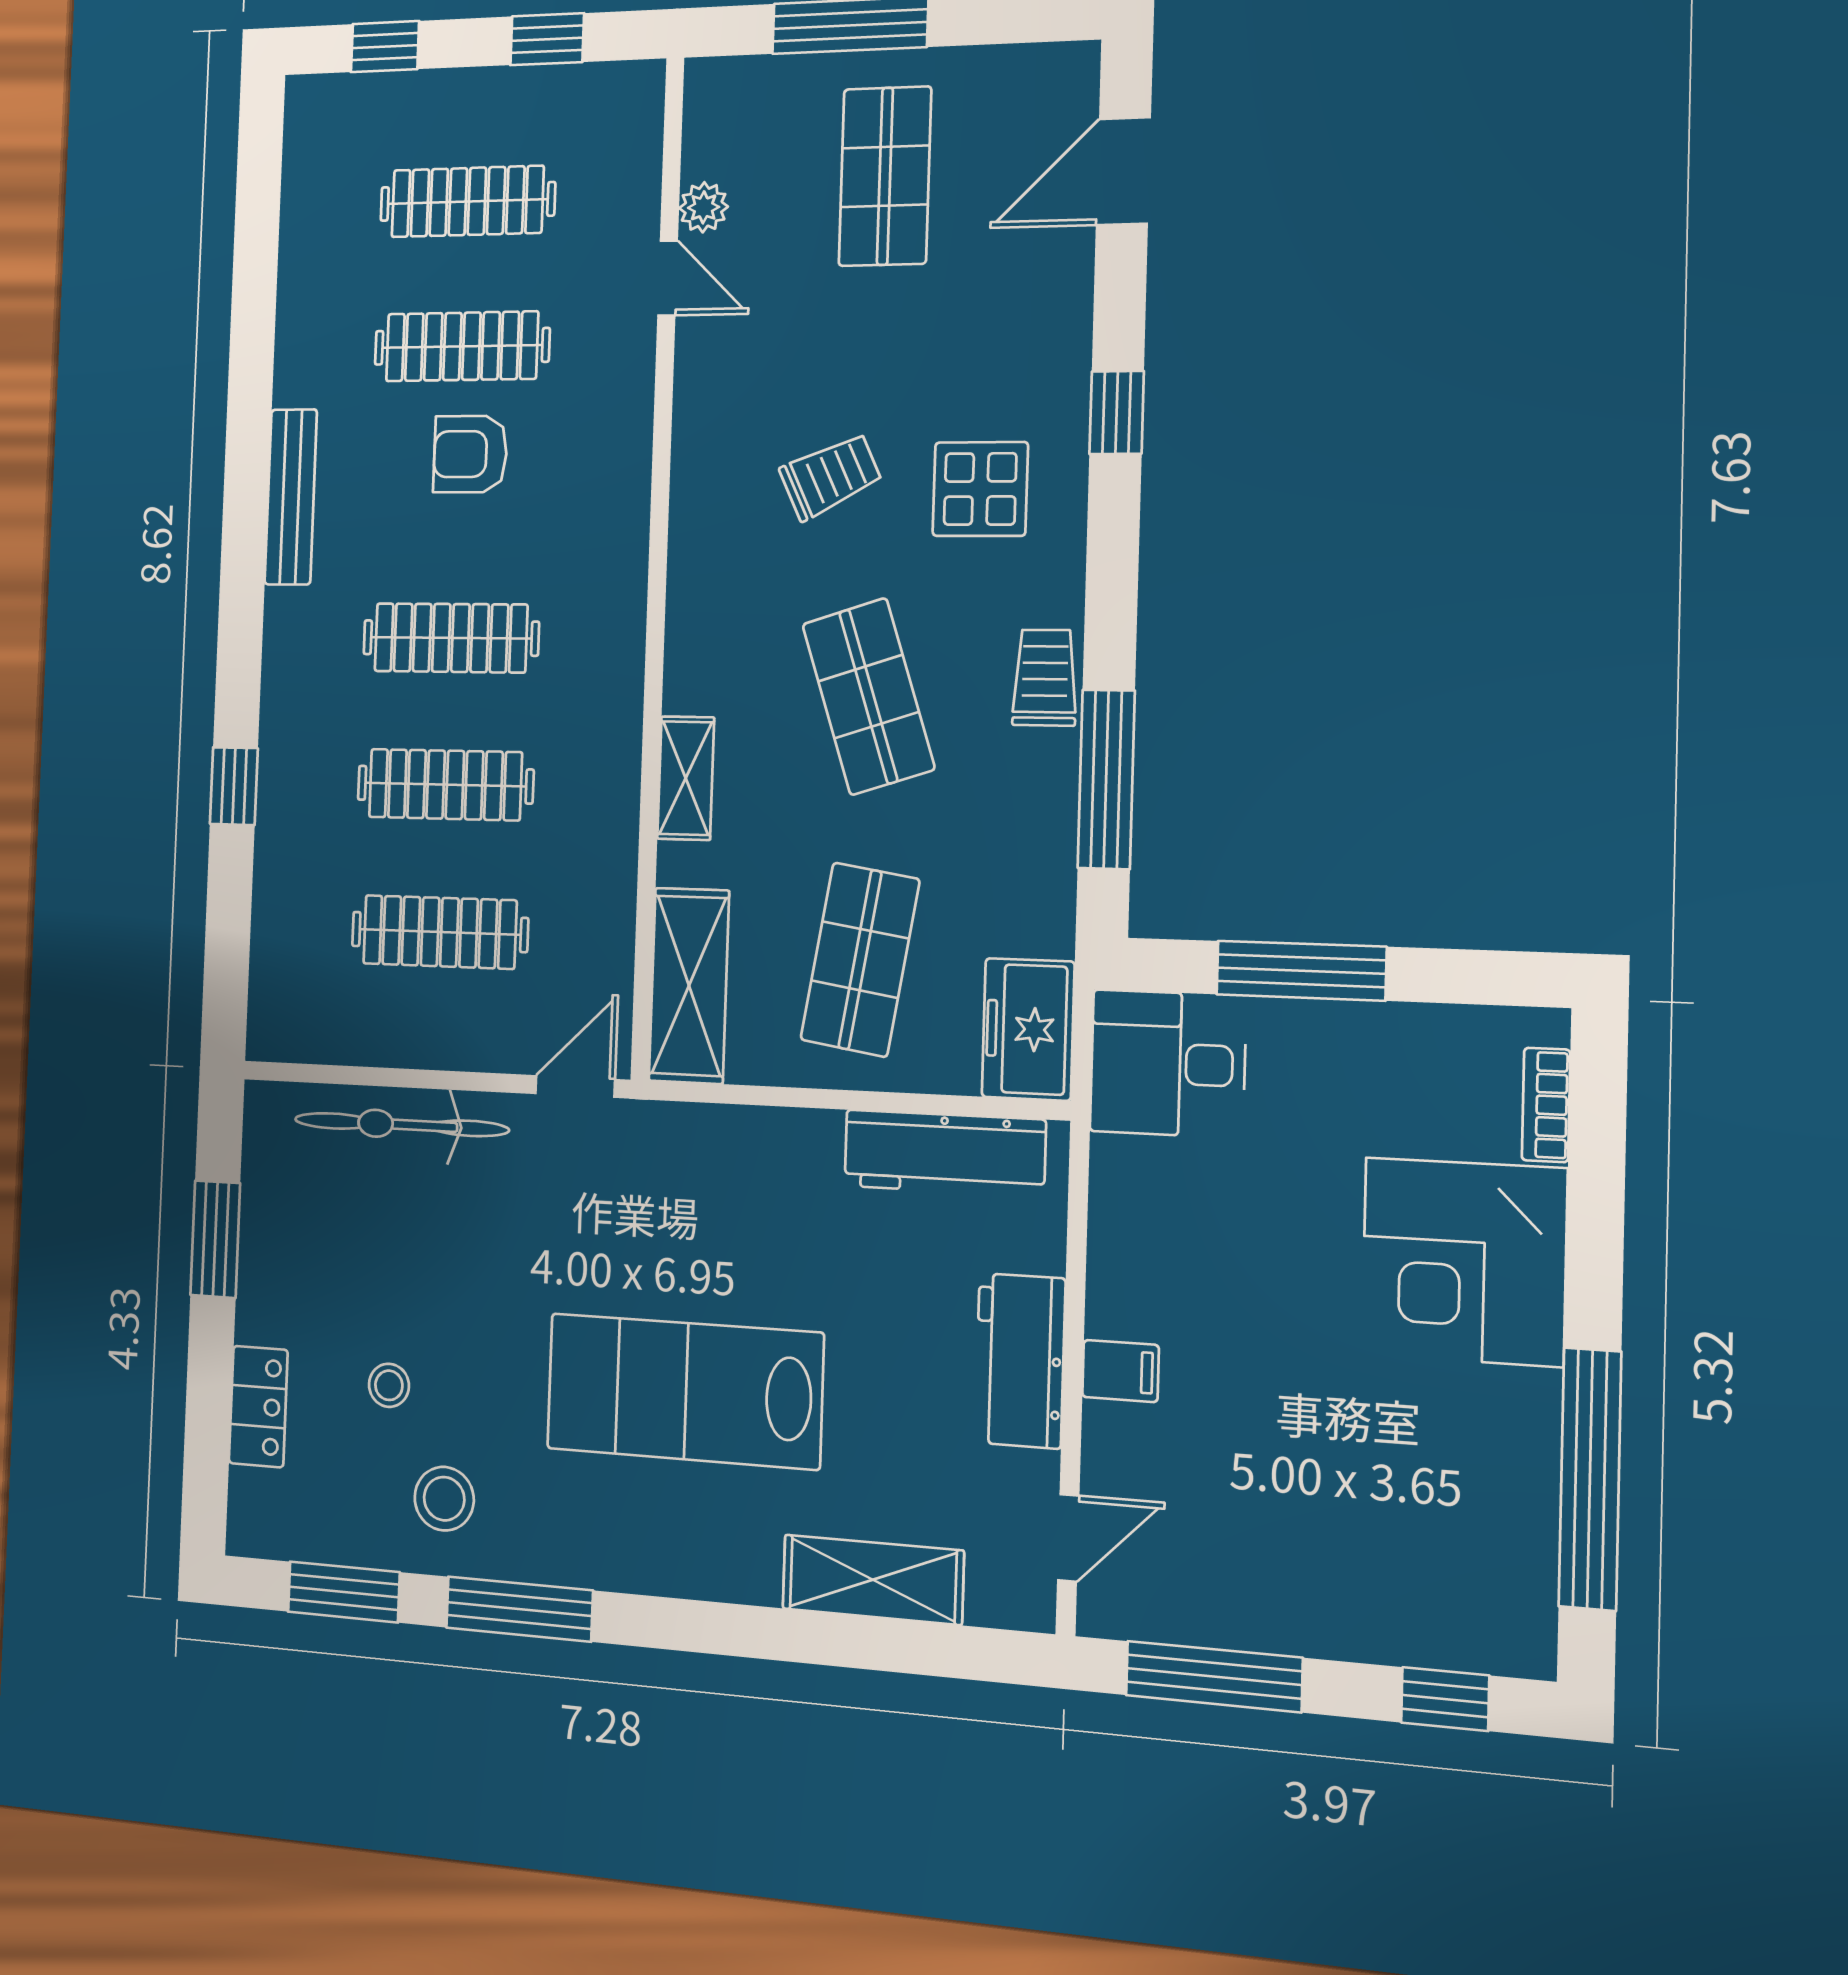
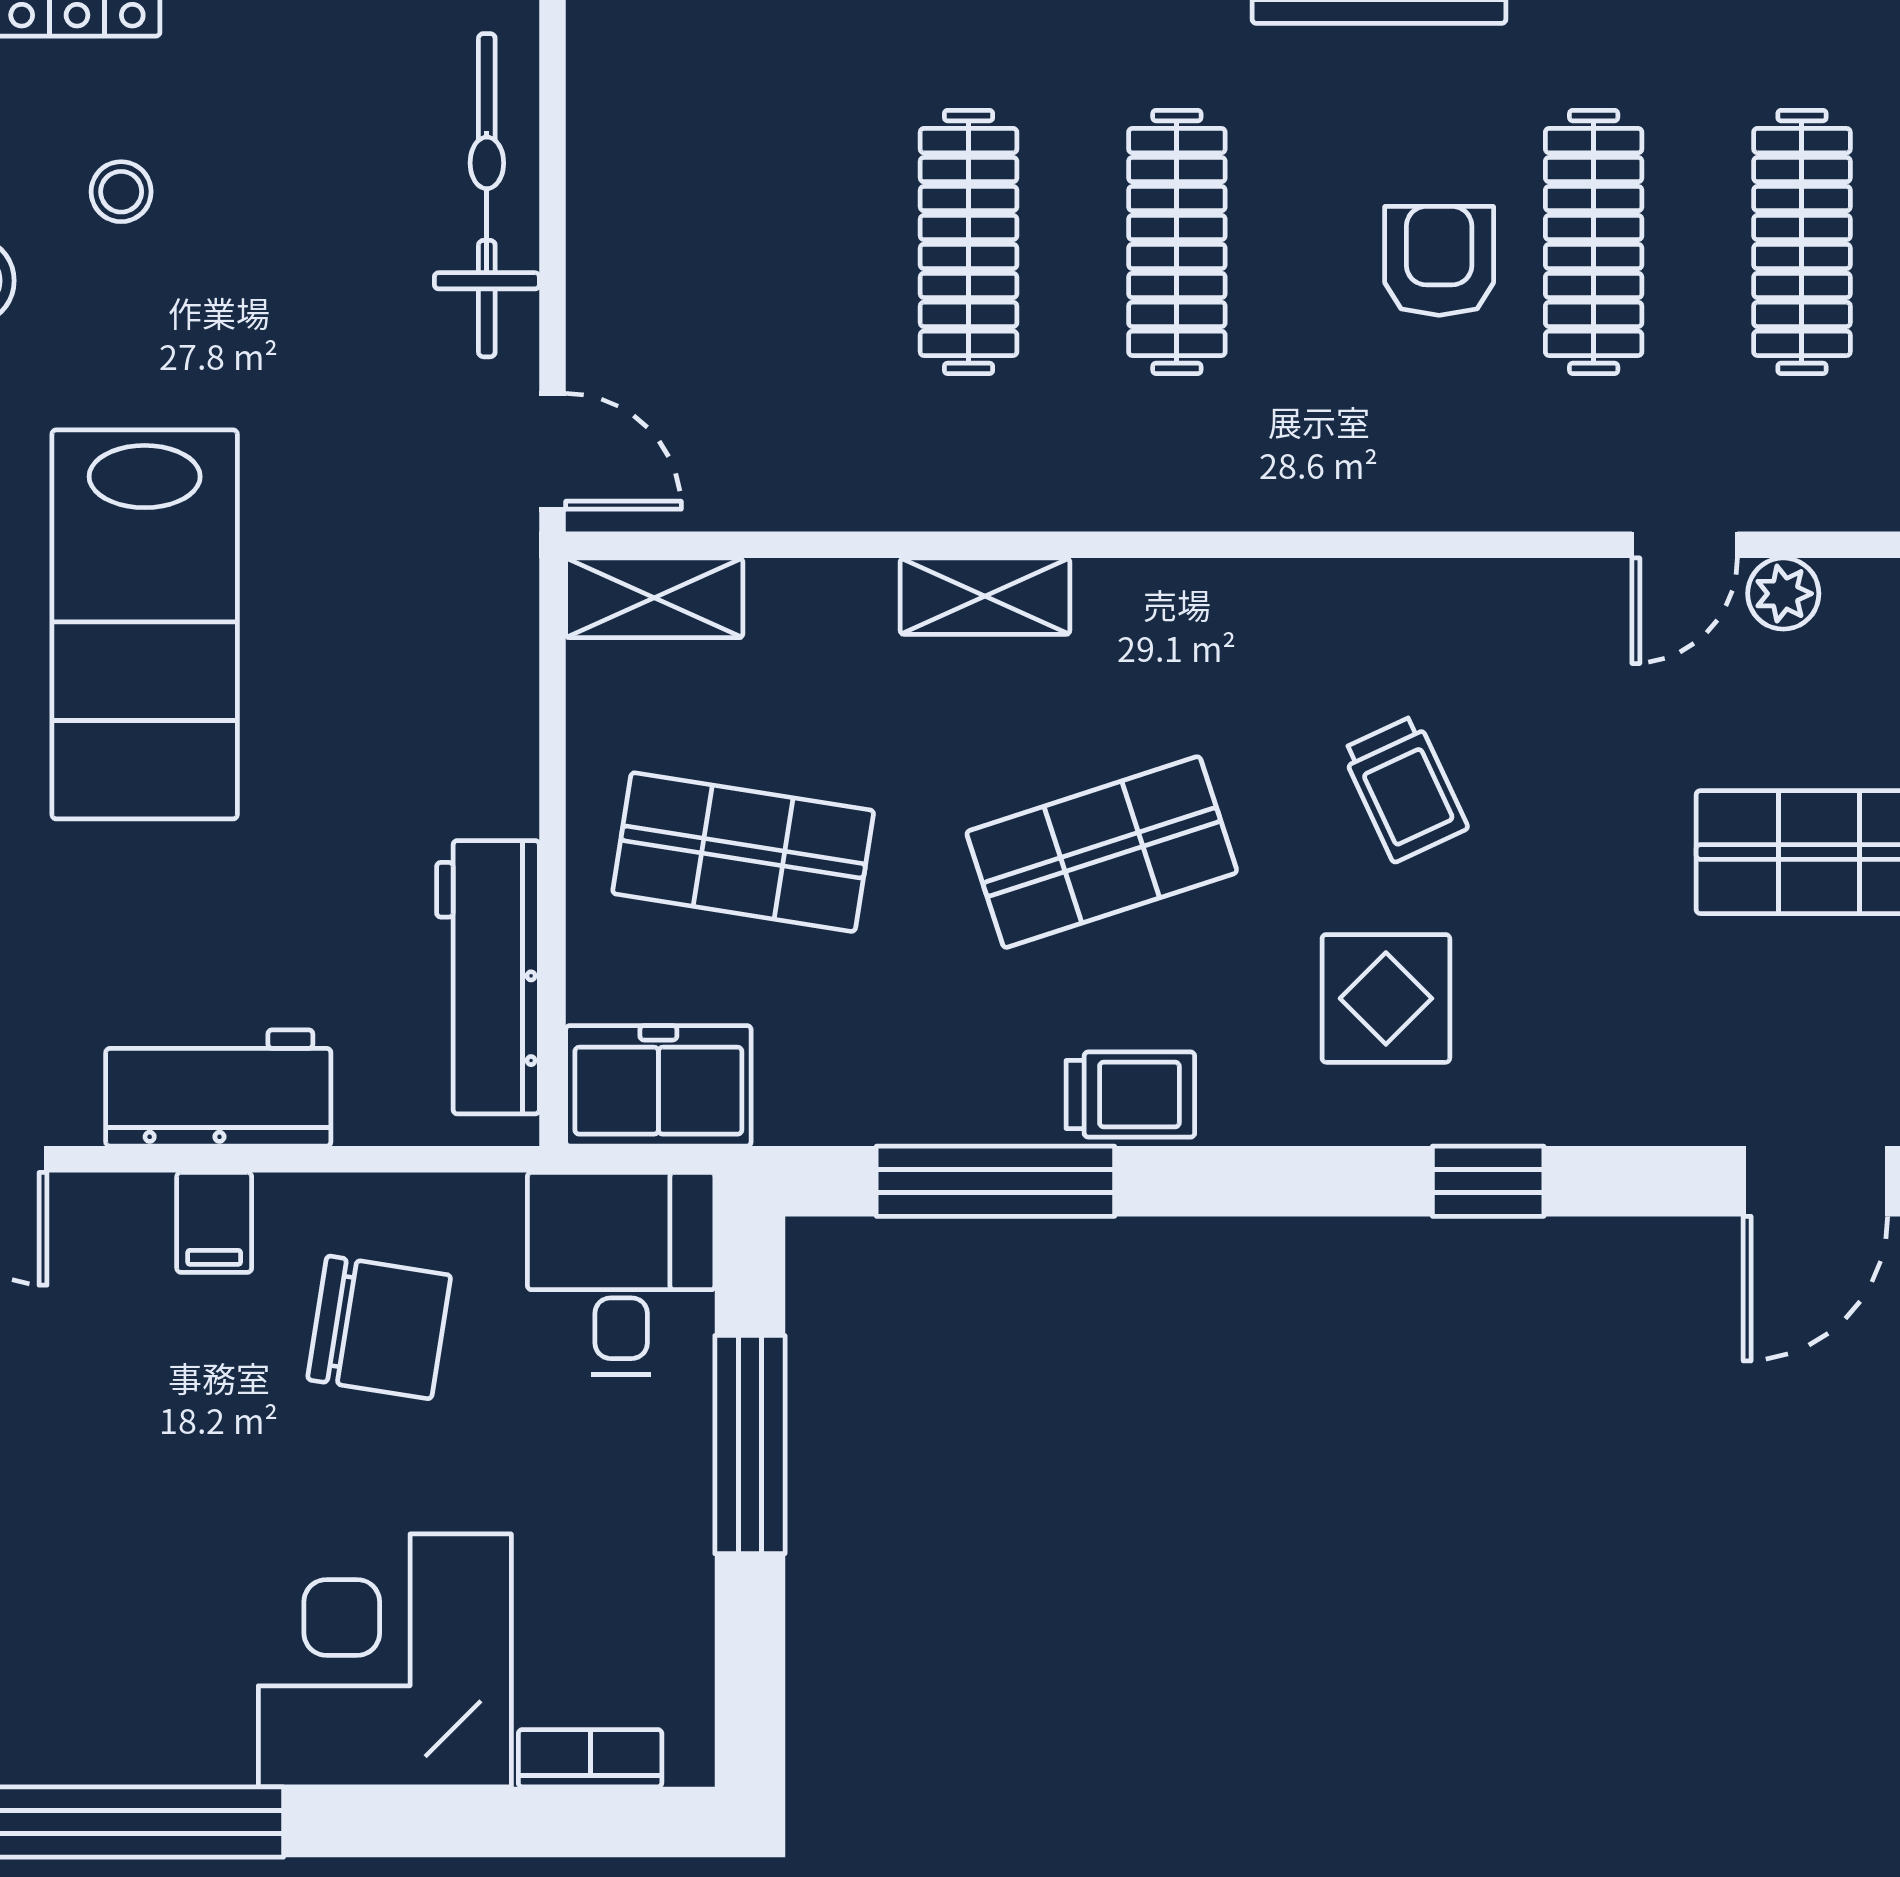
door: (1123, 171) -> (1815, 1181), swing flipped
clothes rail: (440, 932) -> (760, 242), removed
shelving: (689, 986) -> (654, 598), width x0.67, depth x0.75
chair: (1204, 1250) -> (379, 1327), added
lab bench: (684, 1391) -> (145, 624), turned 180

